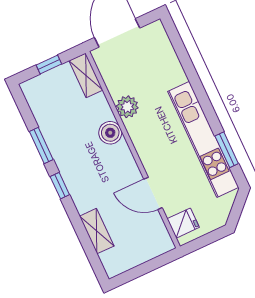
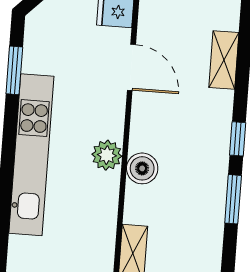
plant: (127, 107) -> (107, 155), moved
kitchen unit: (203, 139) -> (31, 155), moved

